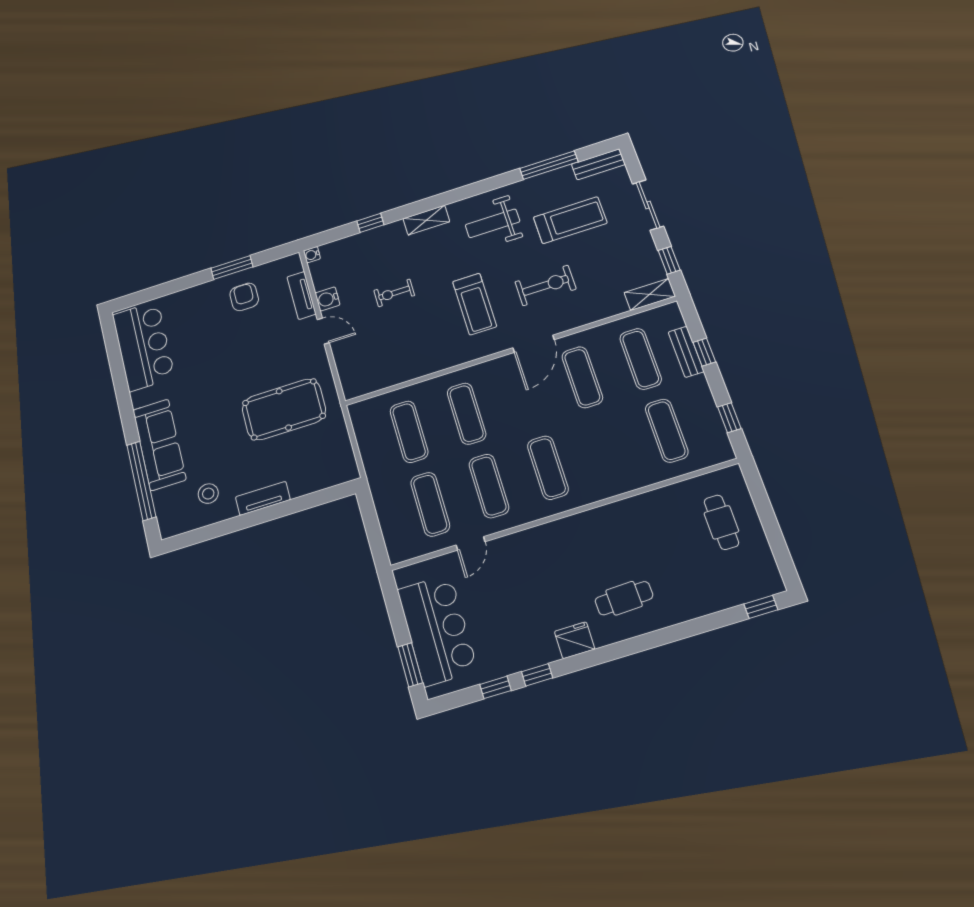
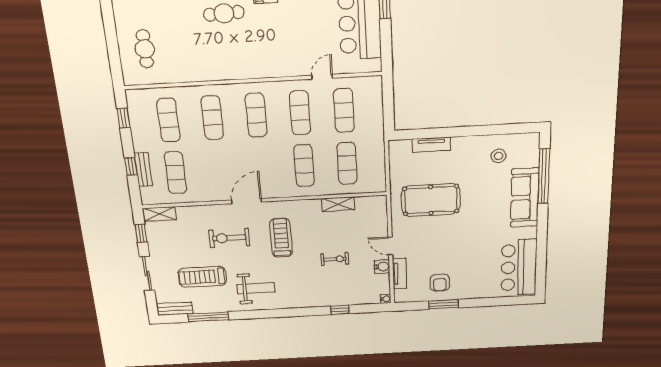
shelving: (426, 220) -> (338, 204), moved
exercise mat: (582, 377) -> (212, 118), moved
tv unit: (263, 498) -> (431, 145), moved

